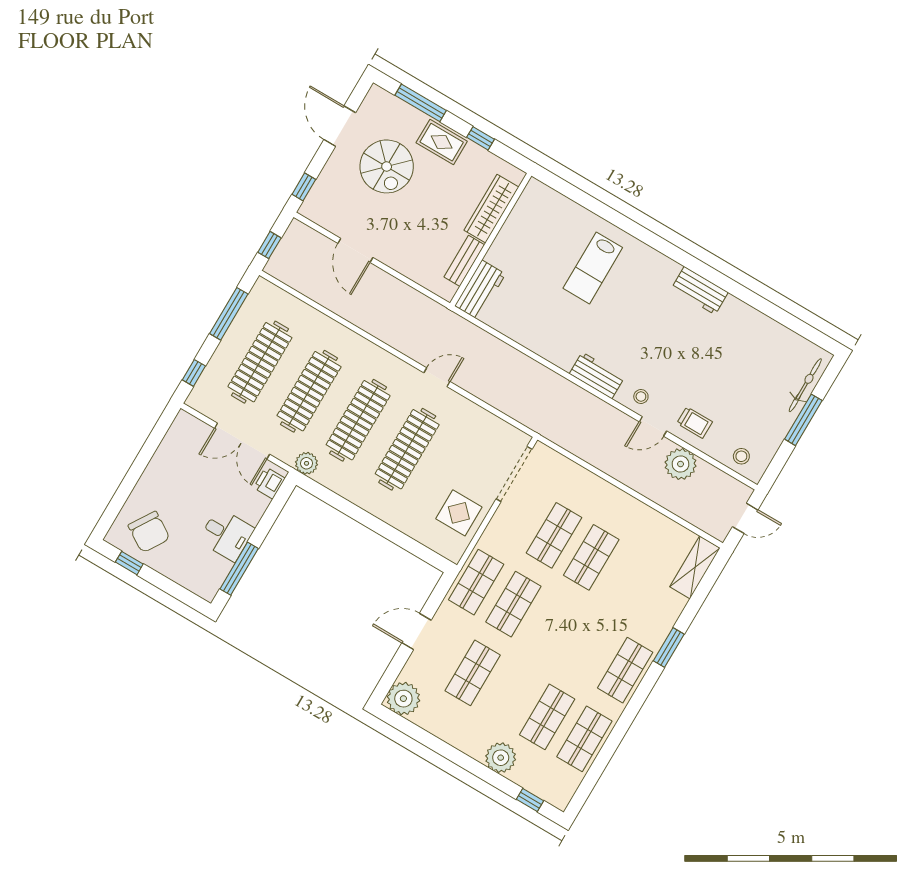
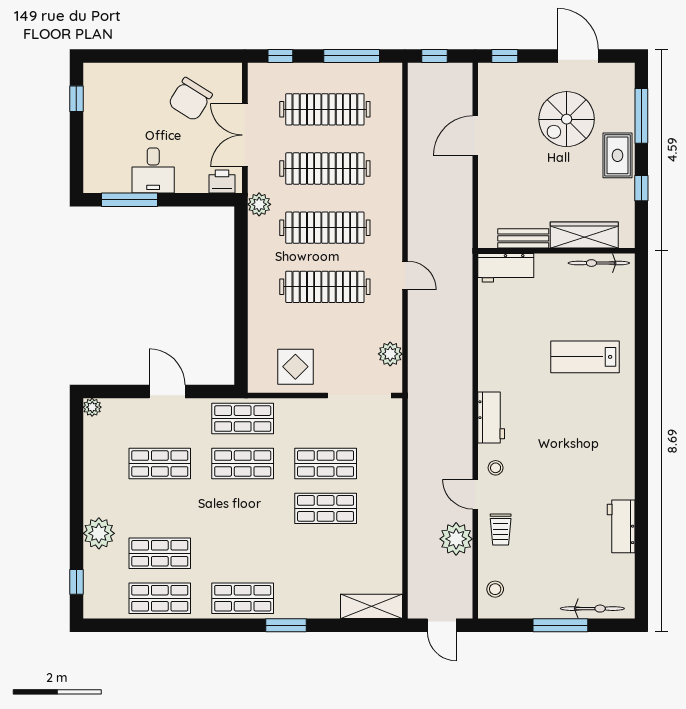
door: (340, 126) -> (578, 56), hinge flipped
bicycle: (522, 210) -> (599, 263), added
workbench: (700, 291) -> (621, 526), moved
plant: (495, 428) -> (390, 354), added
chair: (149, 532) -> (190, 99), moved
plant: (403, 699) -> (92, 407), width x0.53, depth x0.53

